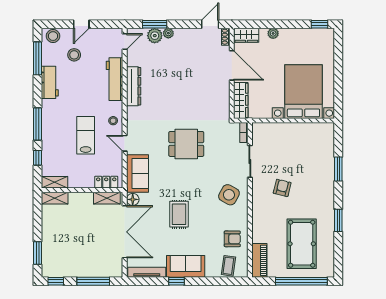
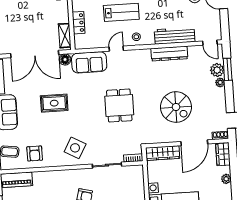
spiral stairs: (192, 83) -> (176, 107), added
locker: (106, 182) -> (79, 23), moved

